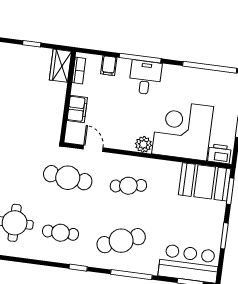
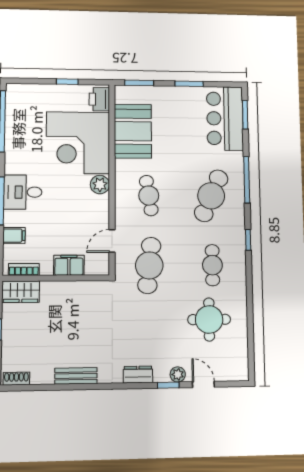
booth: (205, 182) -> (133, 131), moved
cafe table: (121, 241) -> (211, 196), turned 45

